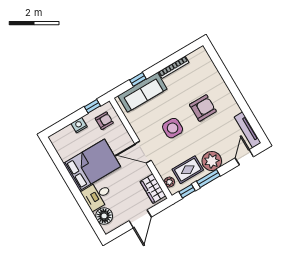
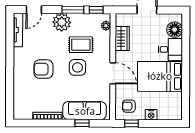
door: (143, 152) -> (113, 73), moved
rug: (188, 170) -> (81, 45), moved
wardrobe: (153, 189) -> (122, 38), moved

